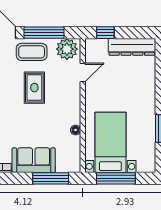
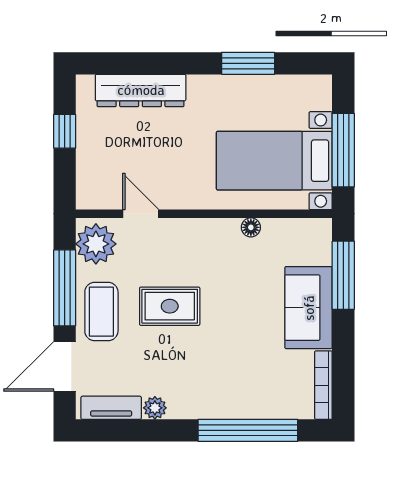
window: (105, 33) -> (65, 131), moved
dresser: (132, 47) -> (141, 90), moved, turned 90

